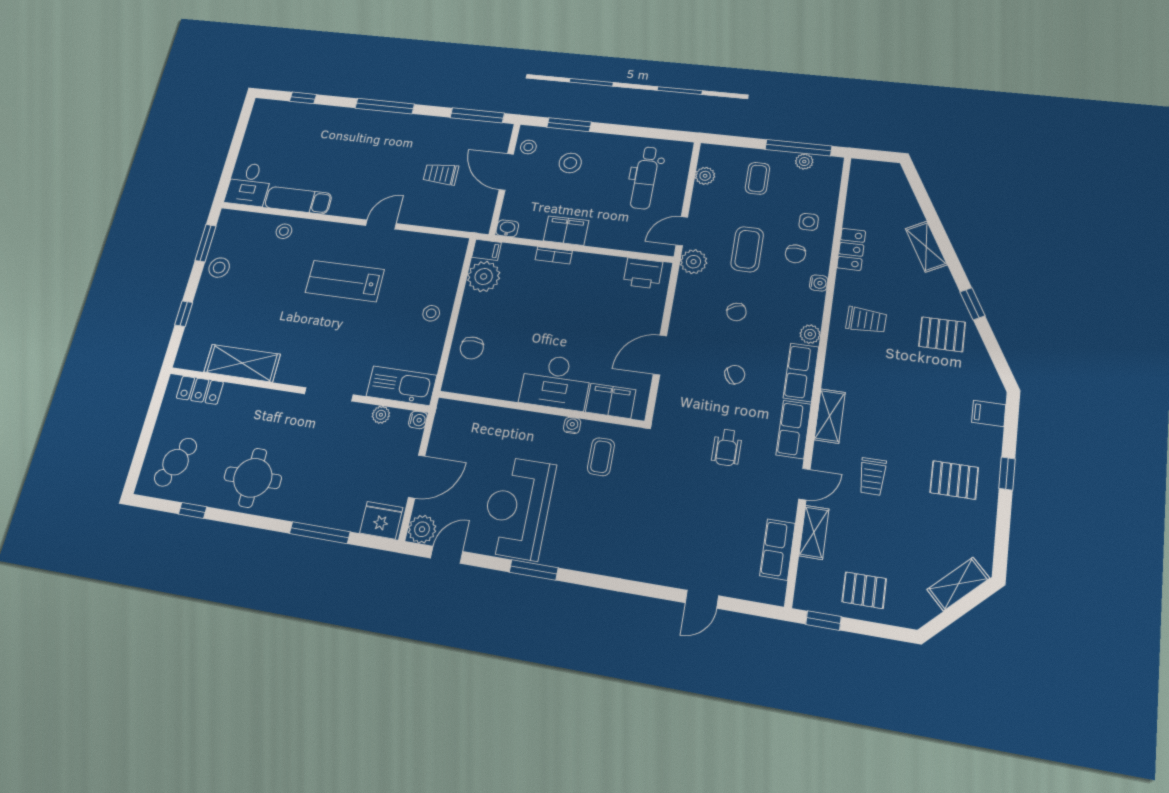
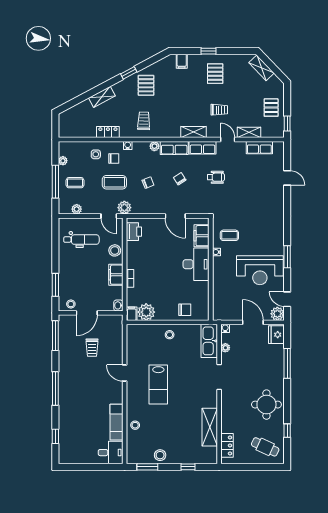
window: (798, 148) -> (55, 182), moved
stool: (570, 163) -> (115, 250), moved

